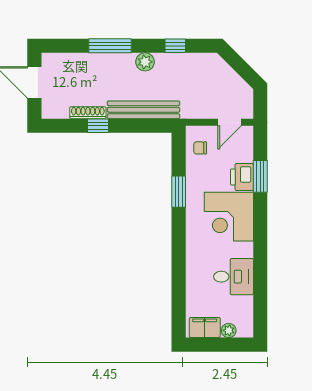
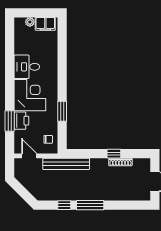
window: (110, 46) -> (90, 205), moved
plant: (145, 62) -> (84, 195), removed
bench: (143, 110) -> (66, 164), moved
door: (230, 122) -> (29, 156), hinge flipped
desk: (234, 277) -> (27, 67), moved

